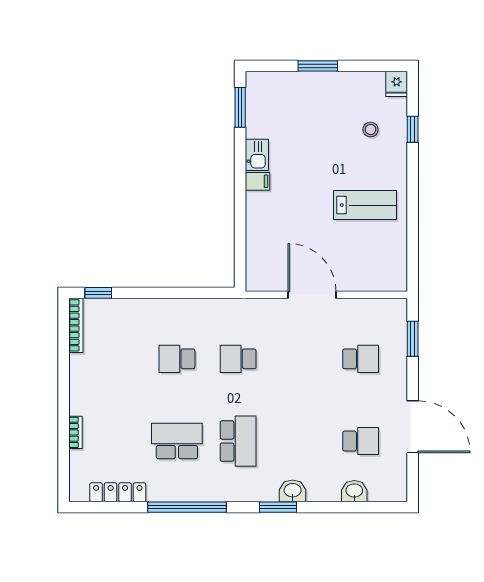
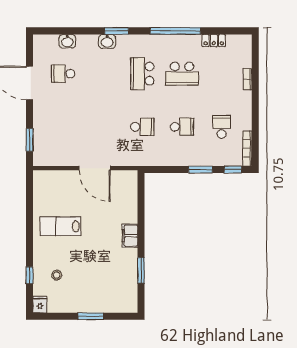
window: (240, 107) -> (141, 270), moved
kitchen sink: (257, 155) -> (130, 259), removed
filing cabinet: (258, 181) -> (130, 236), width x2.00
window: (148, 293) -> (200, 170), added
school desk: (361, 359) -> (222, 127), moved, turned 90
locker: (118, 492) -> (214, 40), width x0.66

